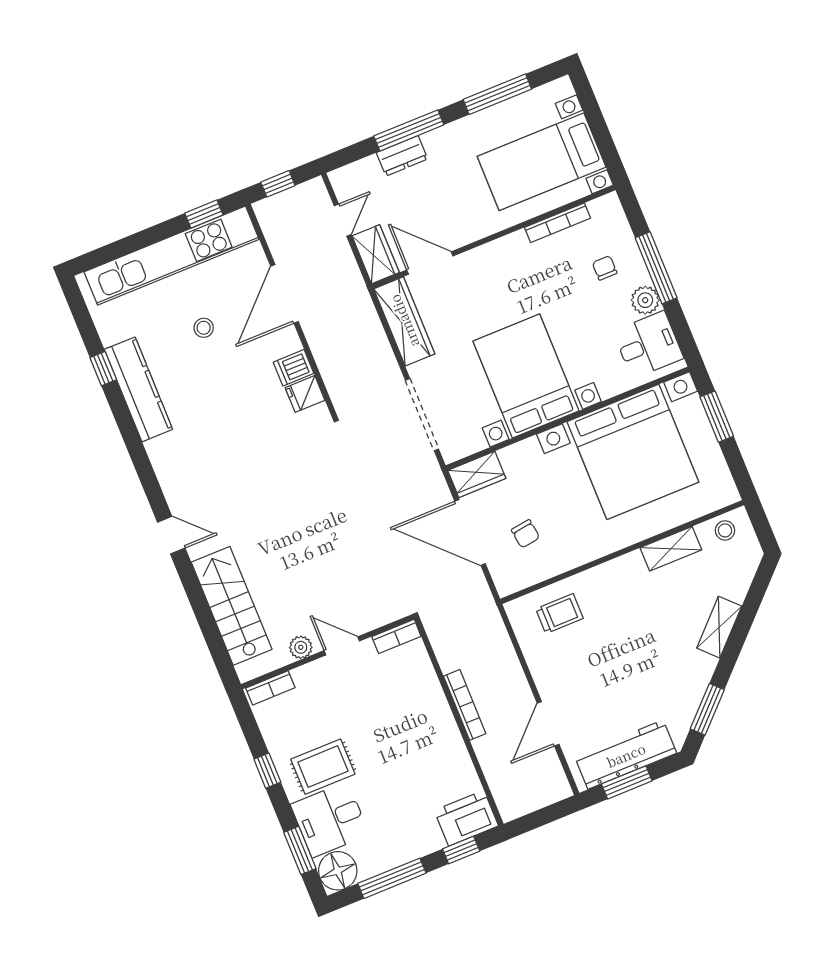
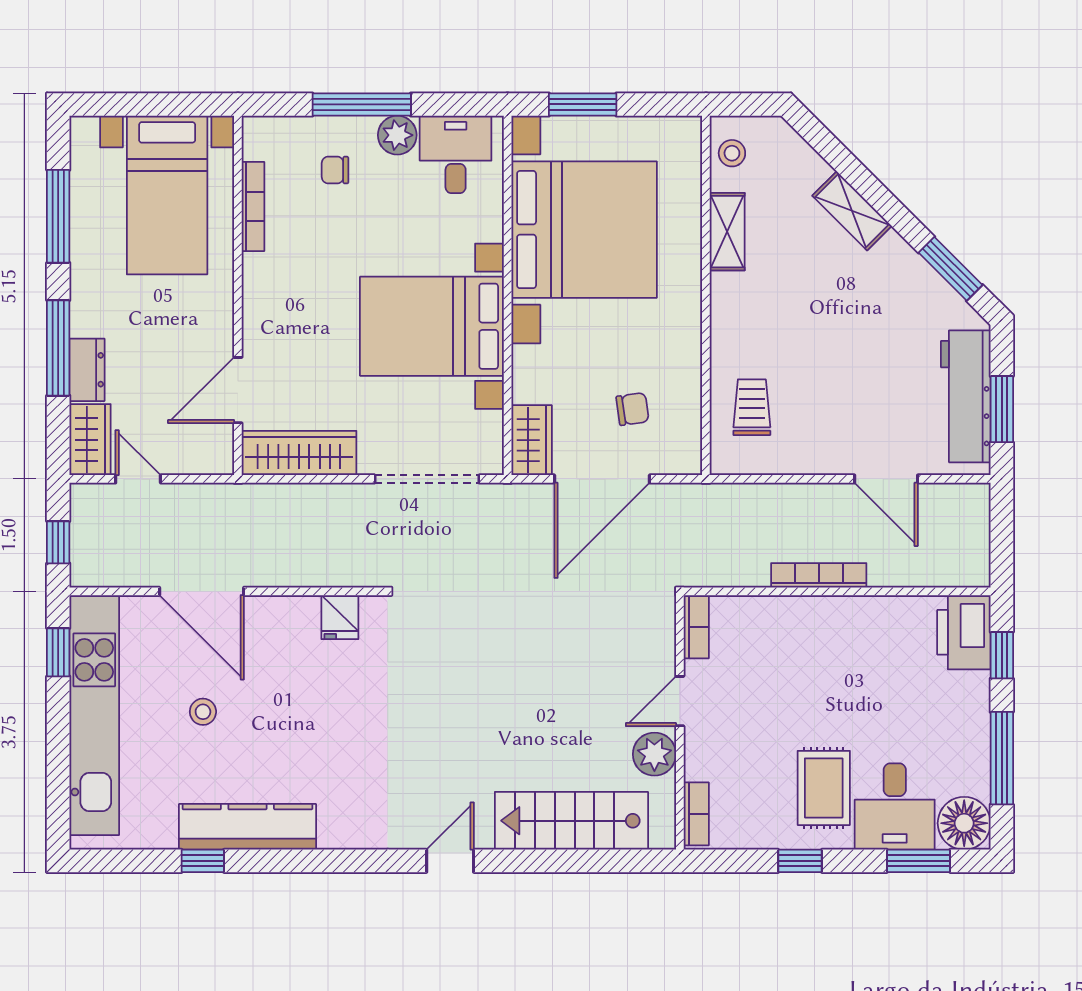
wardrobe: (376, 254) -> (90, 440), moved, turned 90
dishwasher: (294, 368) -> (300, 618), removed
plant: (301, 647) -> (654, 754), width x1.38, depth x1.38

